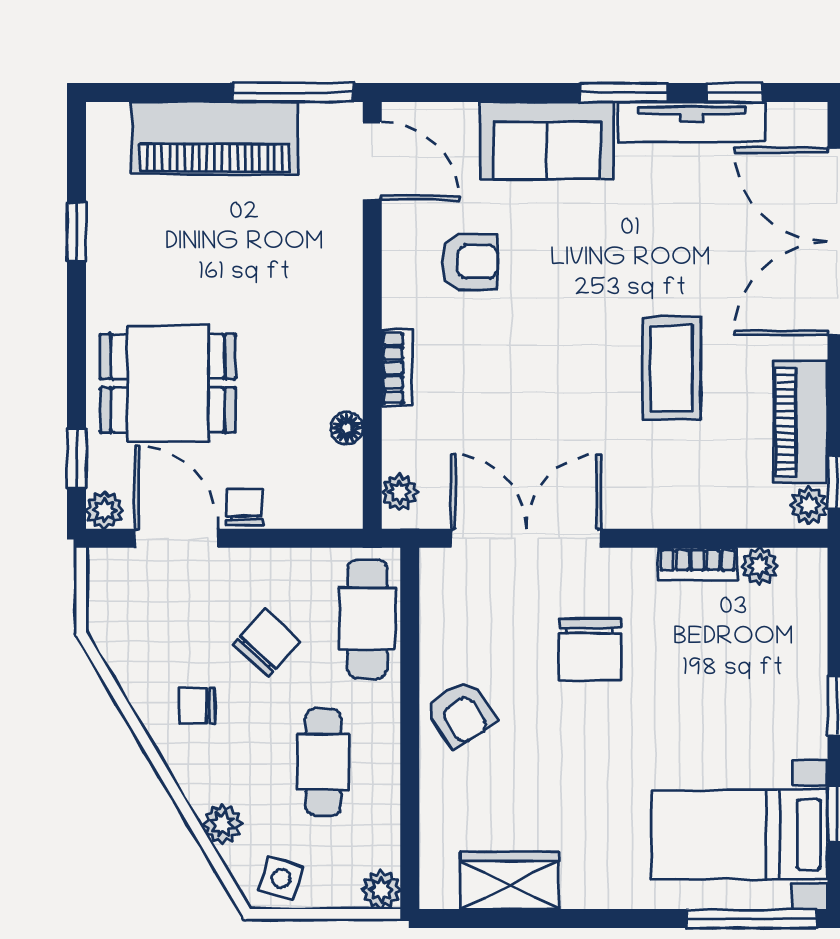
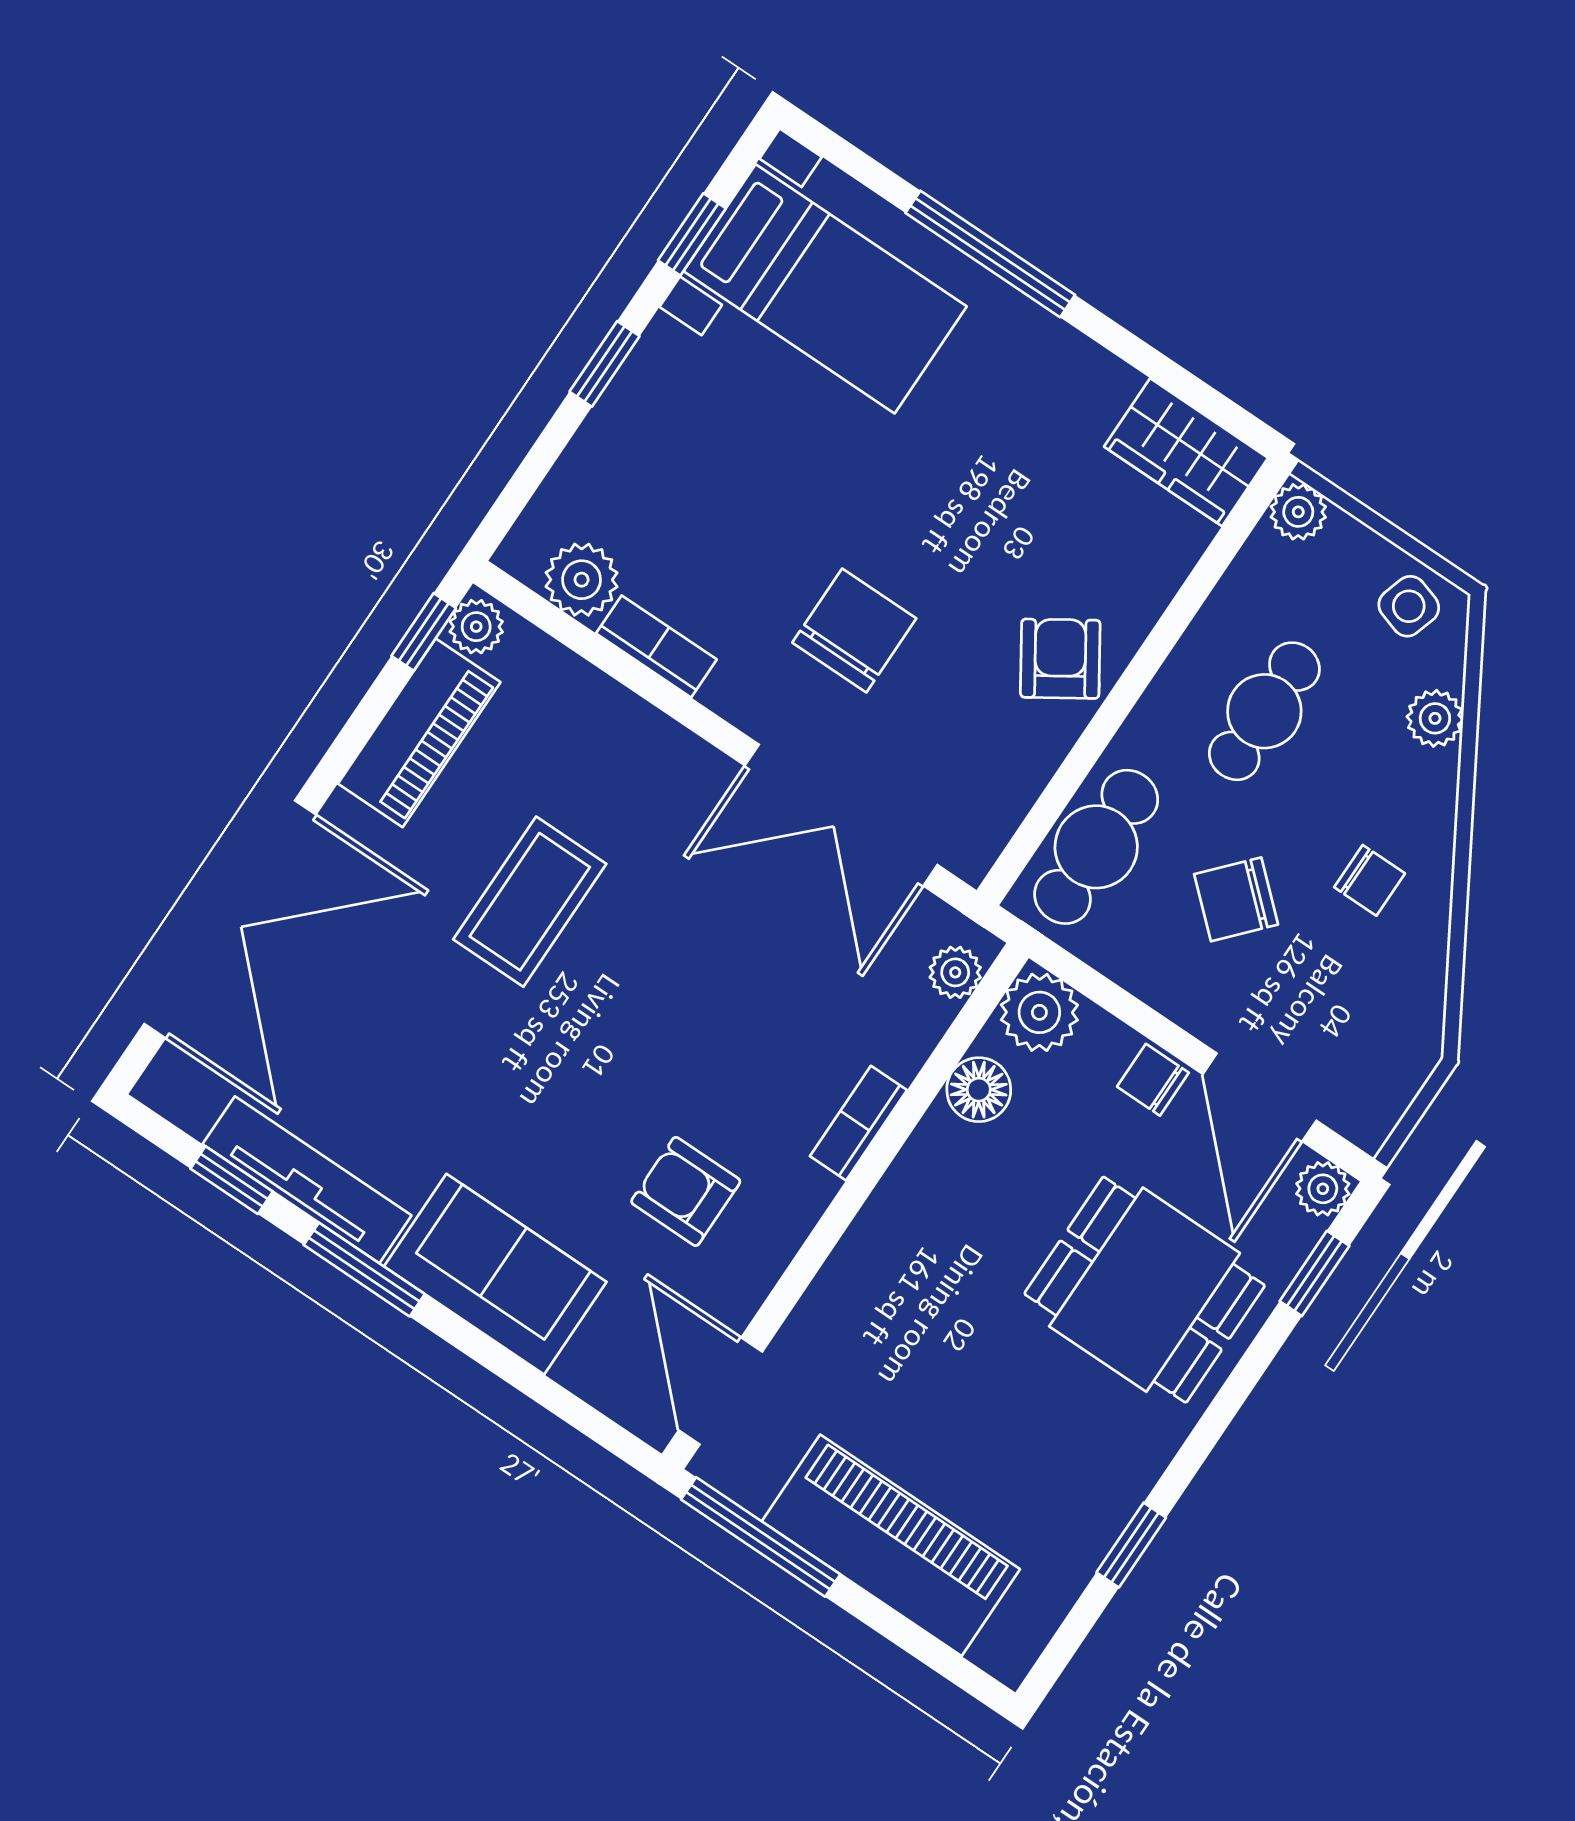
floor lamp: (347, 428) -> (979, 1090), width x1.37, depth x1.37
plant: (336, 502) -> (1039, 1012), added
chair: (244, 507) -> (1153, 1080), turned 90
plant: (760, 566) -> (582, 580), width x1.38, depth x1.38
wardrobe: (509, 881) -> (1186, 452), moved
window: (752, 919) -> (990, 254), moved

